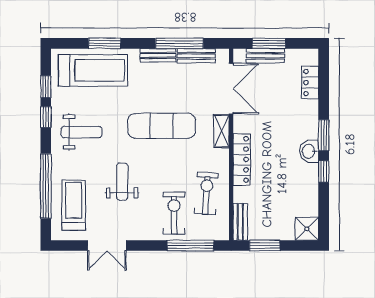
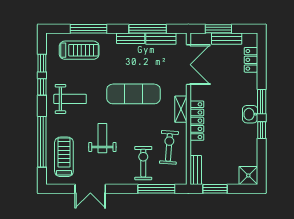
window: (105, 43) -> (89, 29), width x1.44
bench: (265, 56) -> (227, 39), moved
treadmill: (93, 70) -> (79, 50), width x0.73, depth x0.73
shelving: (222, 131) -> (181, 109), moved

